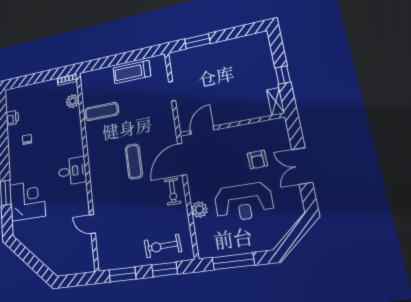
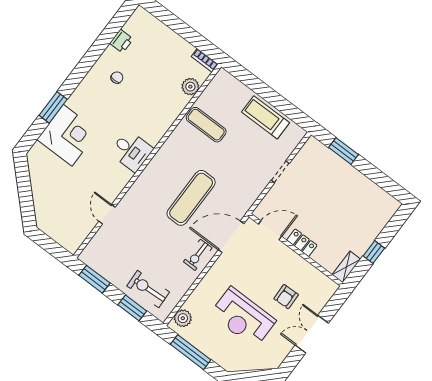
locker: (230, 117) -> (302, 243), added
exercise mat: (134, 161) -> (191, 198), width x1.36, depth x1.45
plant: (199, 210) -> (183, 318), moved

